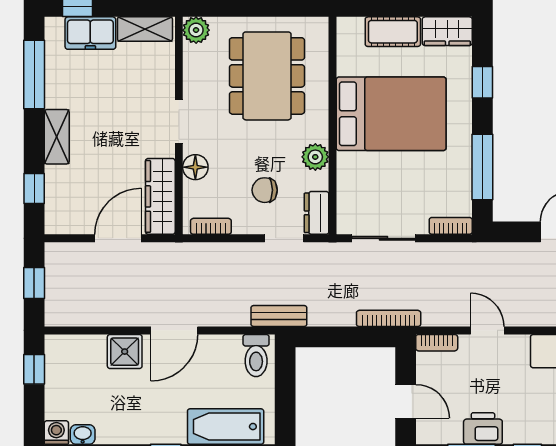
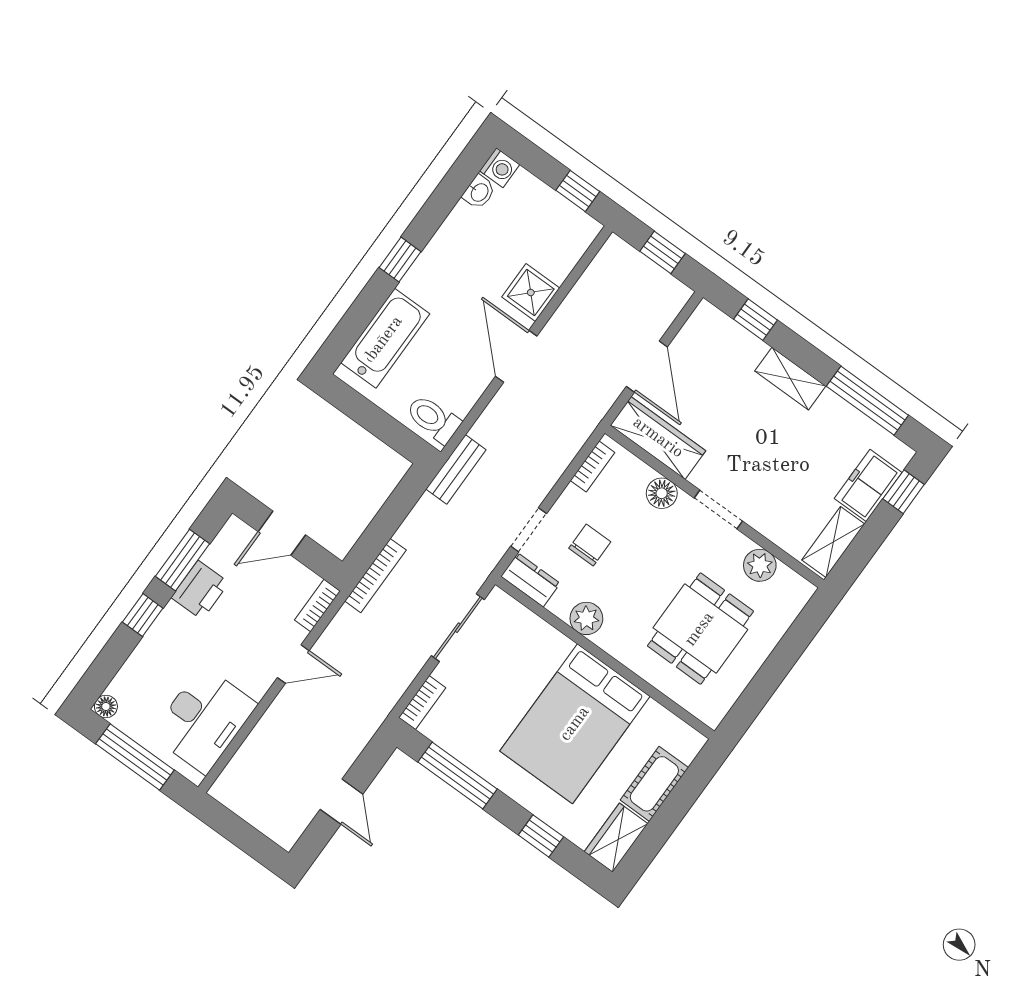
plant: (196, 30) -> (760, 565), moved
dining table: (267, 76) -> (700, 629), width x0.73

